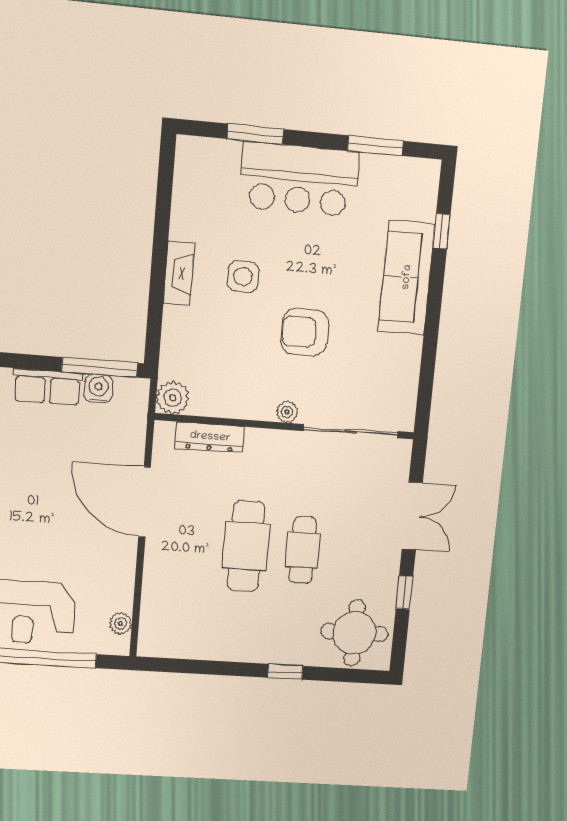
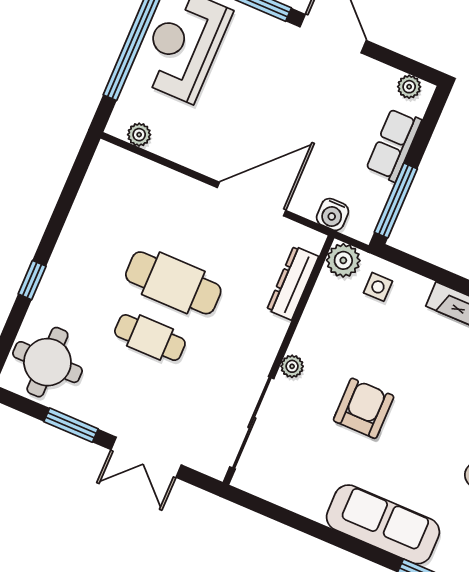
side table: (243, 277) -> (378, 287), moved, width x0.73, depth x0.73
water cooler: (98, 389) -> (333, 214), moved, turned 90
window: (404, 593) -> (71, 425), width x1.50

